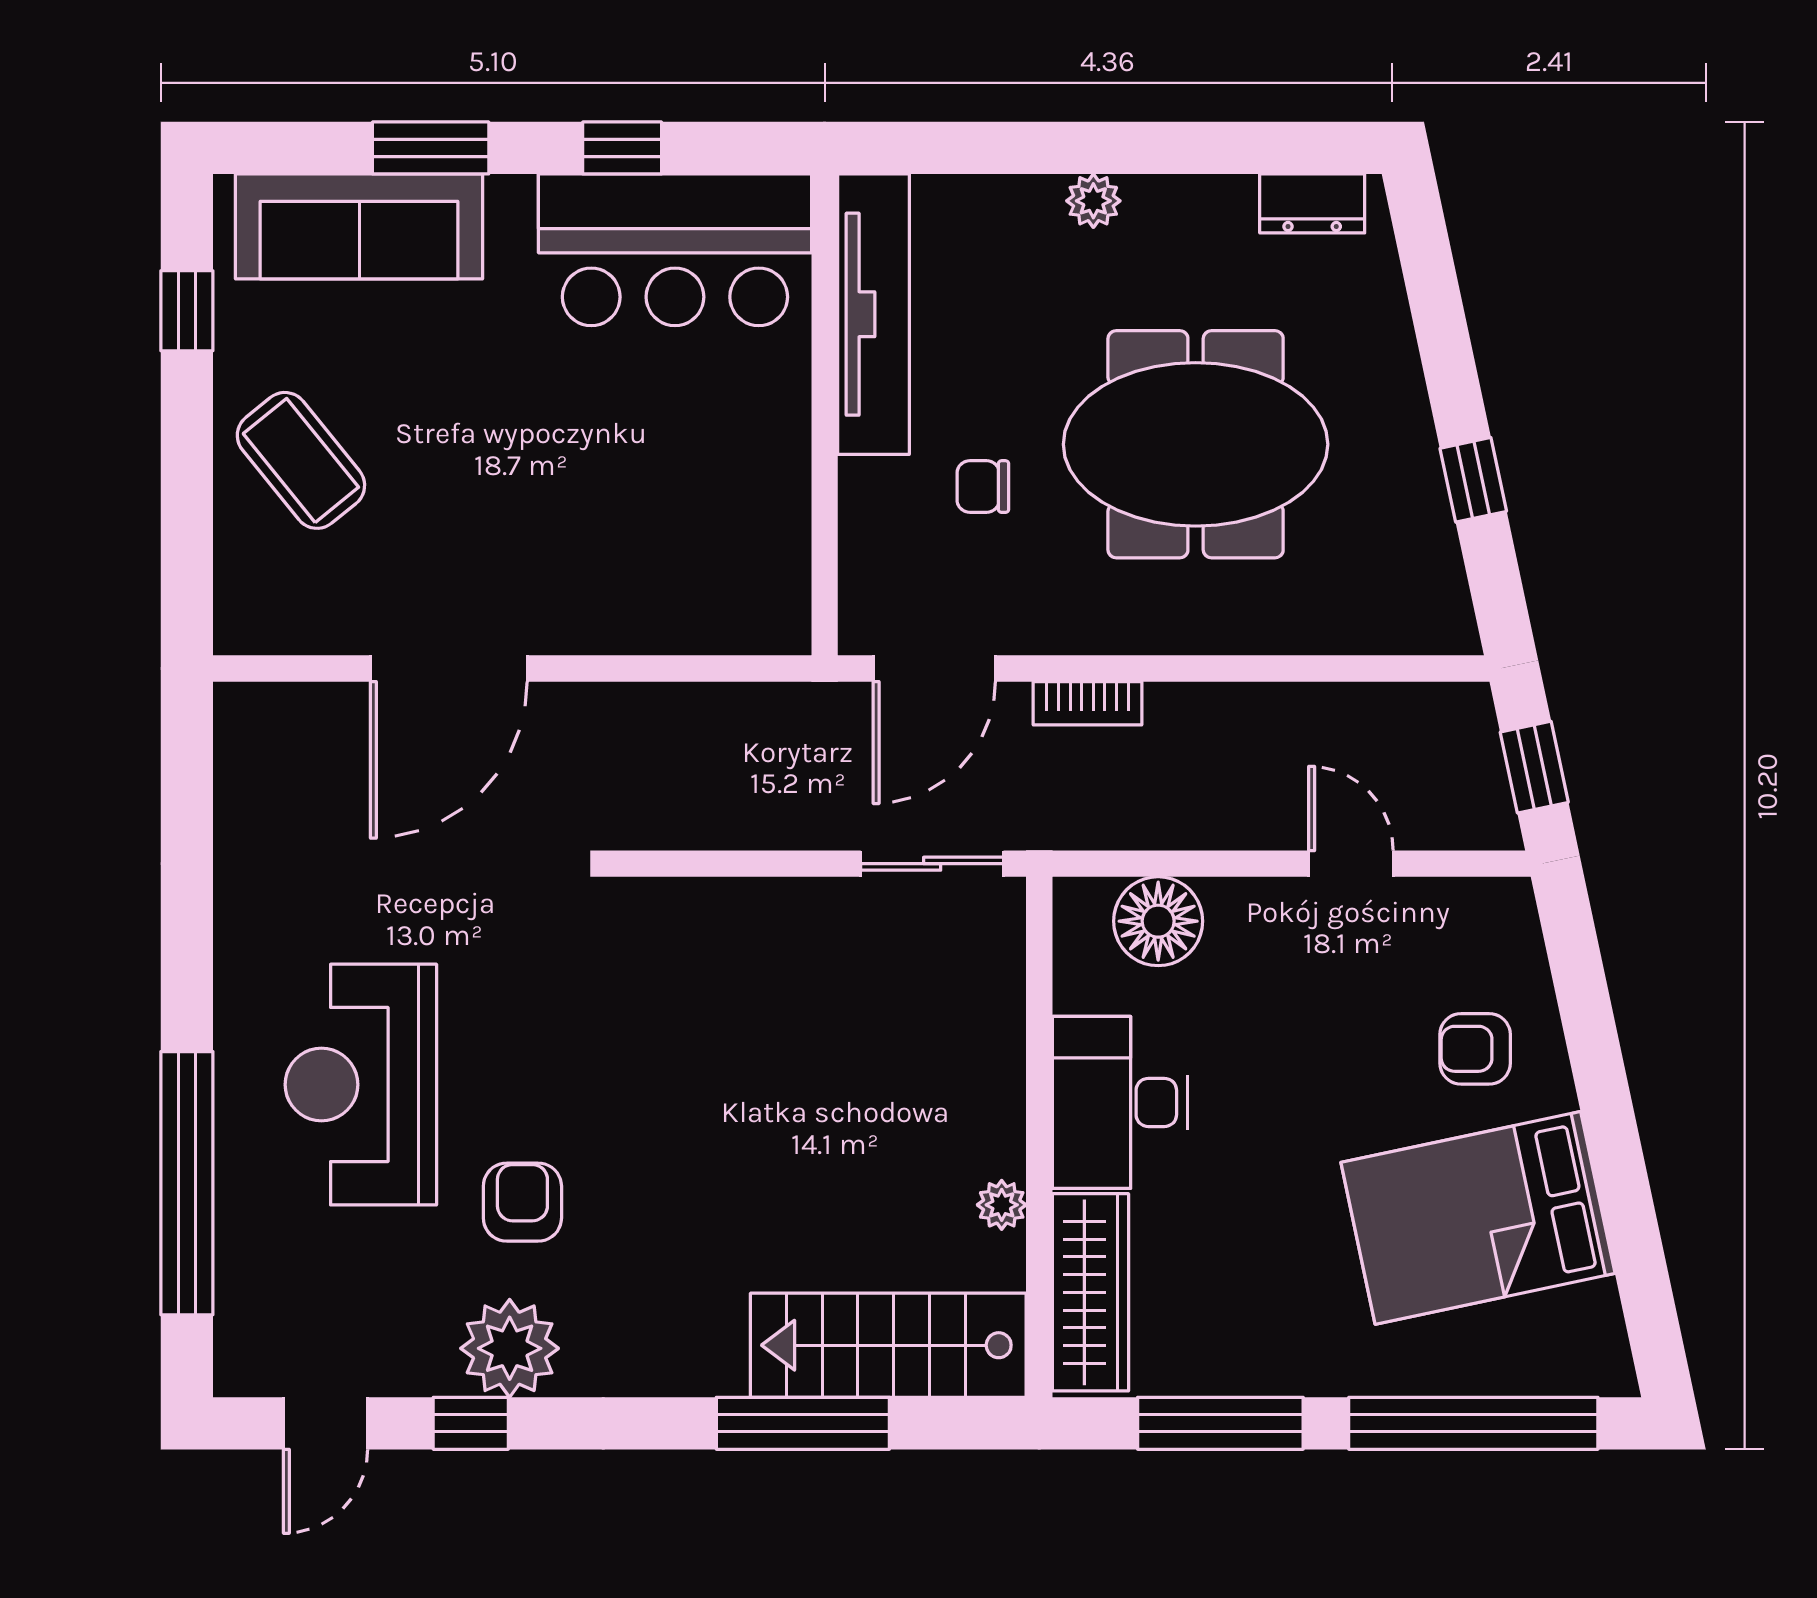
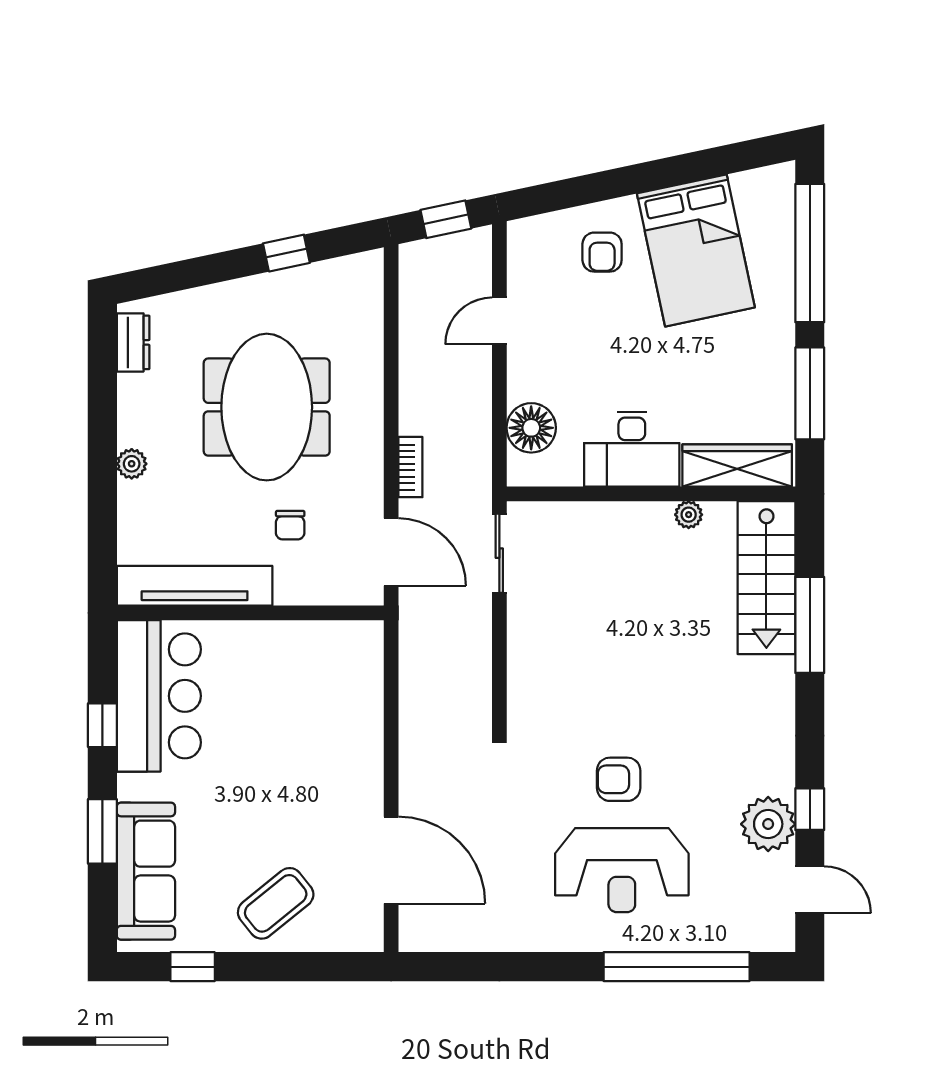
door: (449, 668) -> (391, 860), moved
armchair: (522, 1202) -> (619, 779), moved
plant: (510, 1348) -> (768, 824), moved

